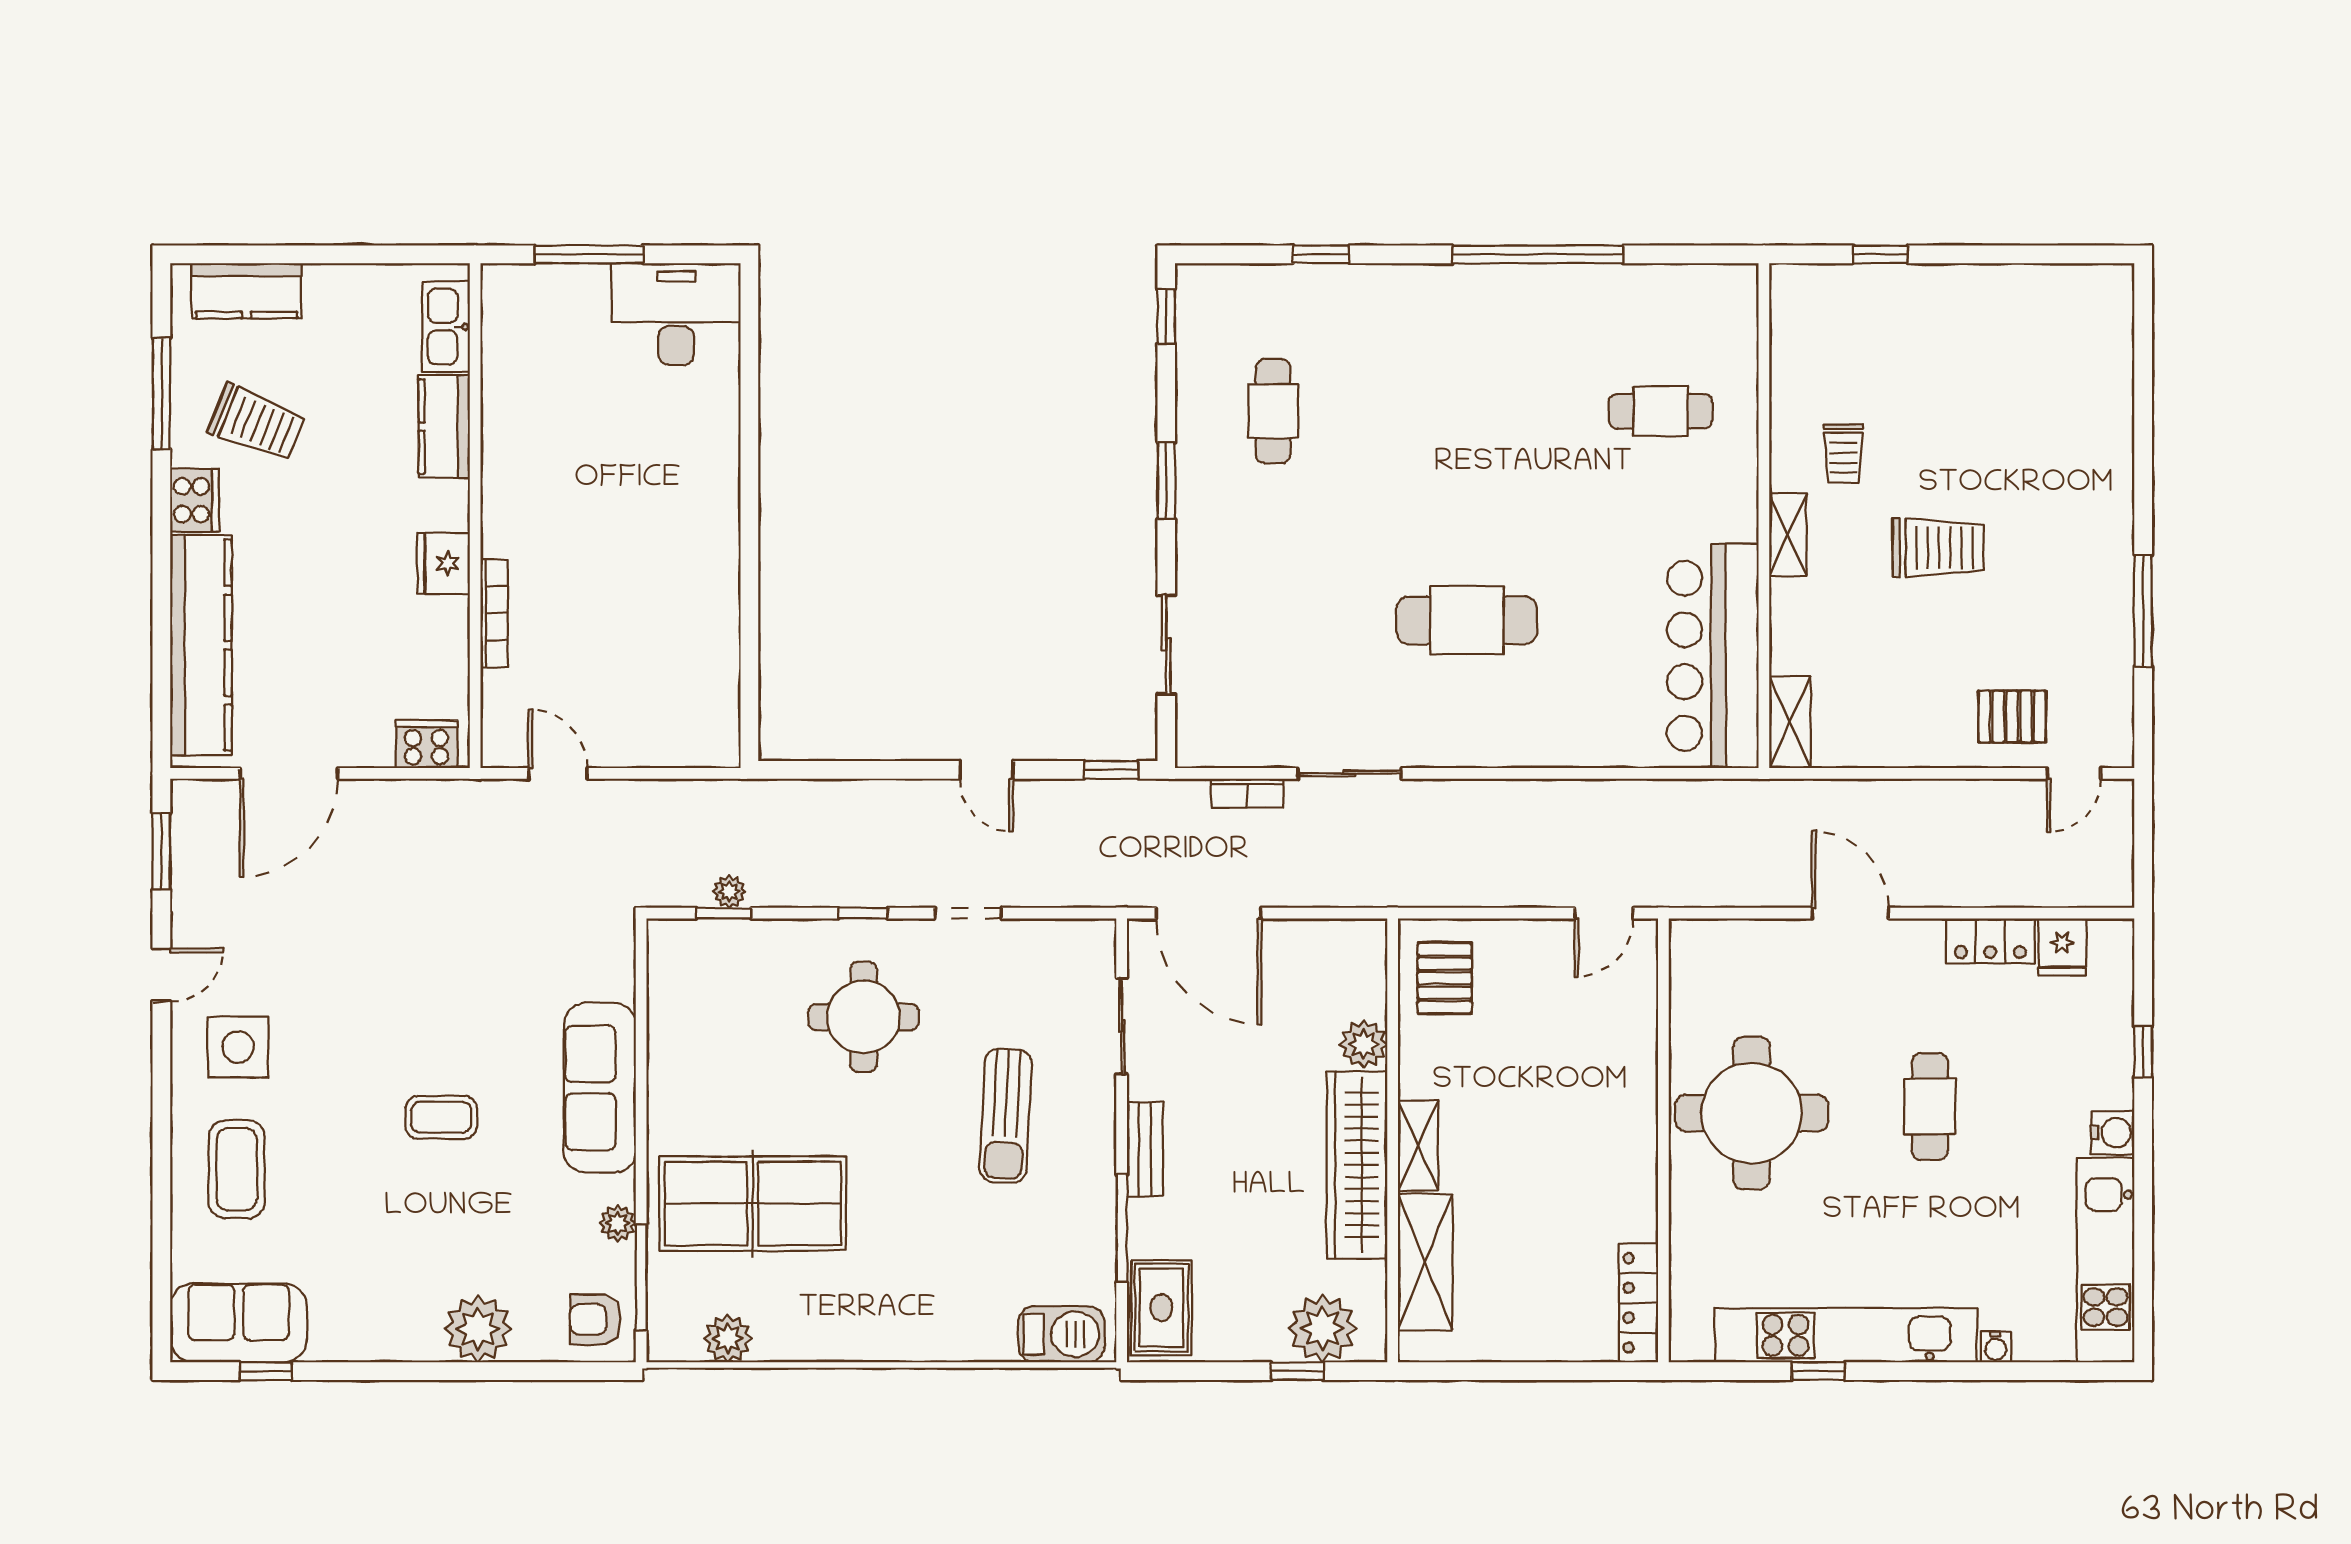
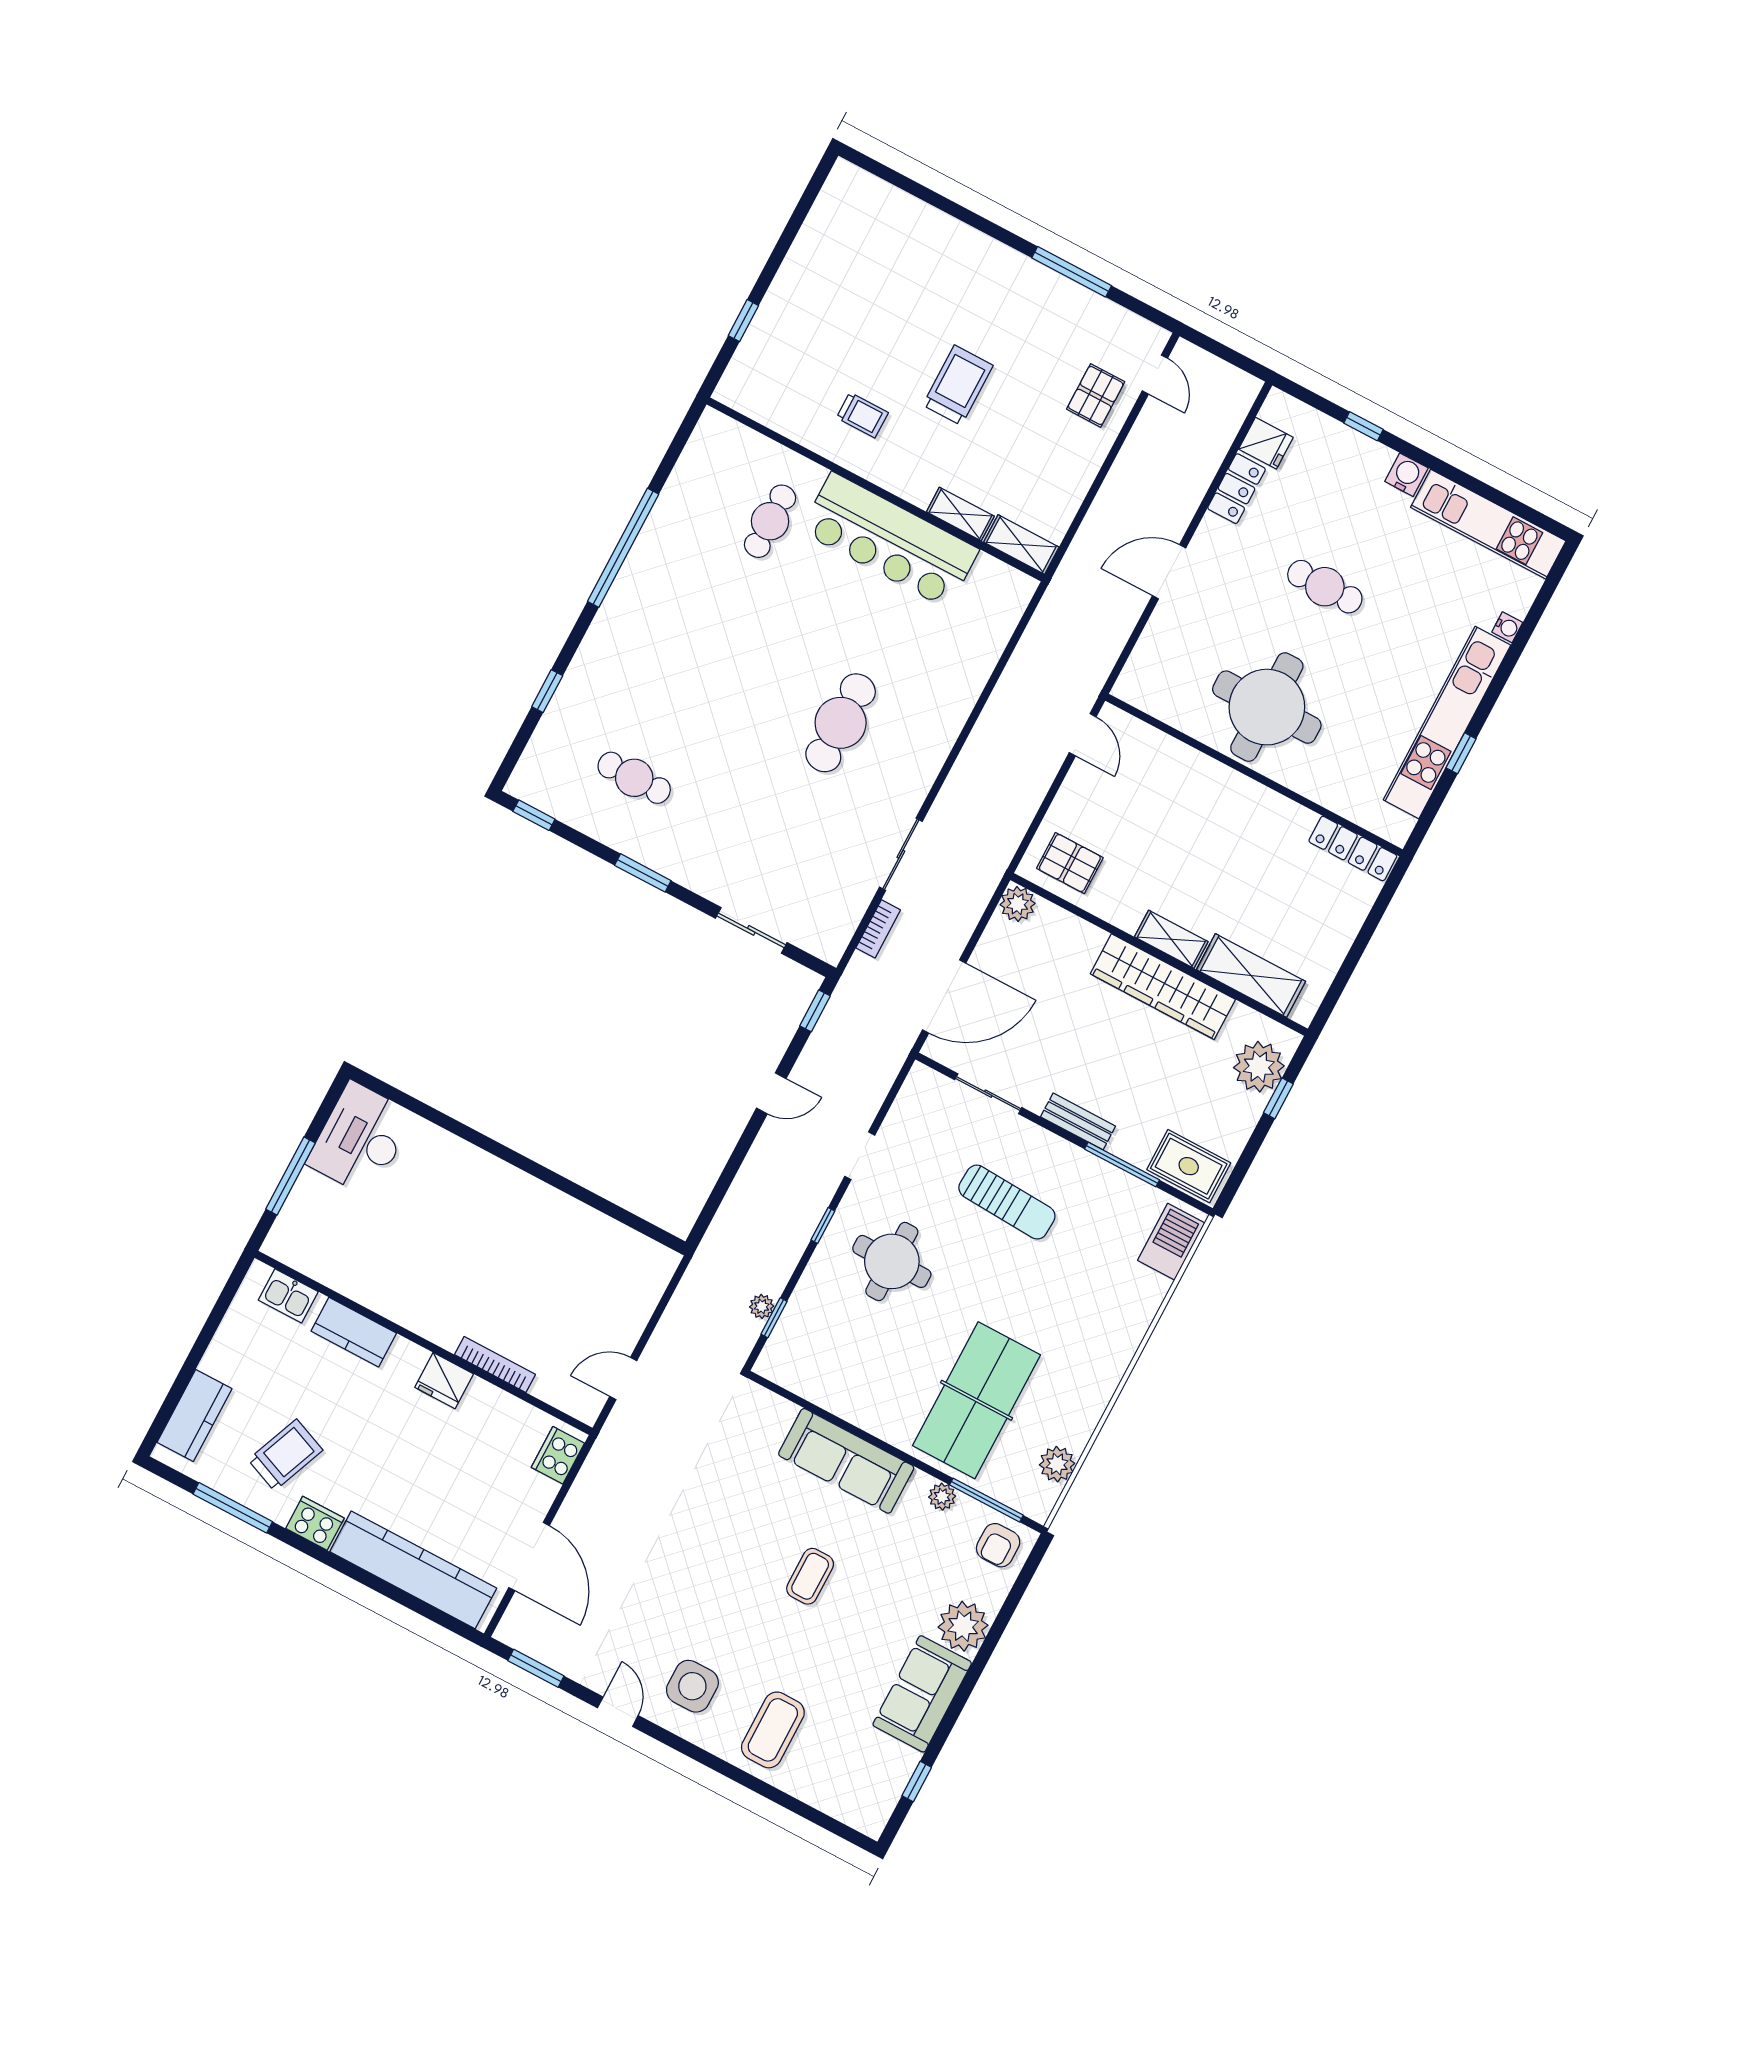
kitchen sink: (446, 327) -> (288, 1296), width x0.73
shelving: (1788, 535) -> (960, 514), moved
bar counter: (1713, 656) -> (890, 540), moved
plant: (1364, 1044) -> (1018, 904), moved
coffee table: (237, 1169) -> (773, 1730), turned 90
sofa: (239, 1323) -> (922, 1694), moved

